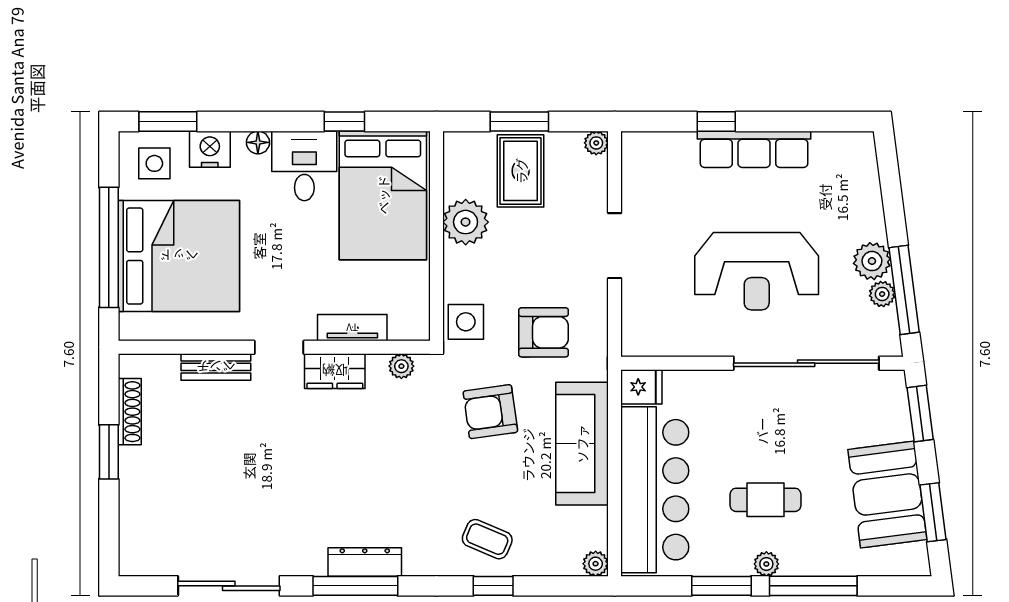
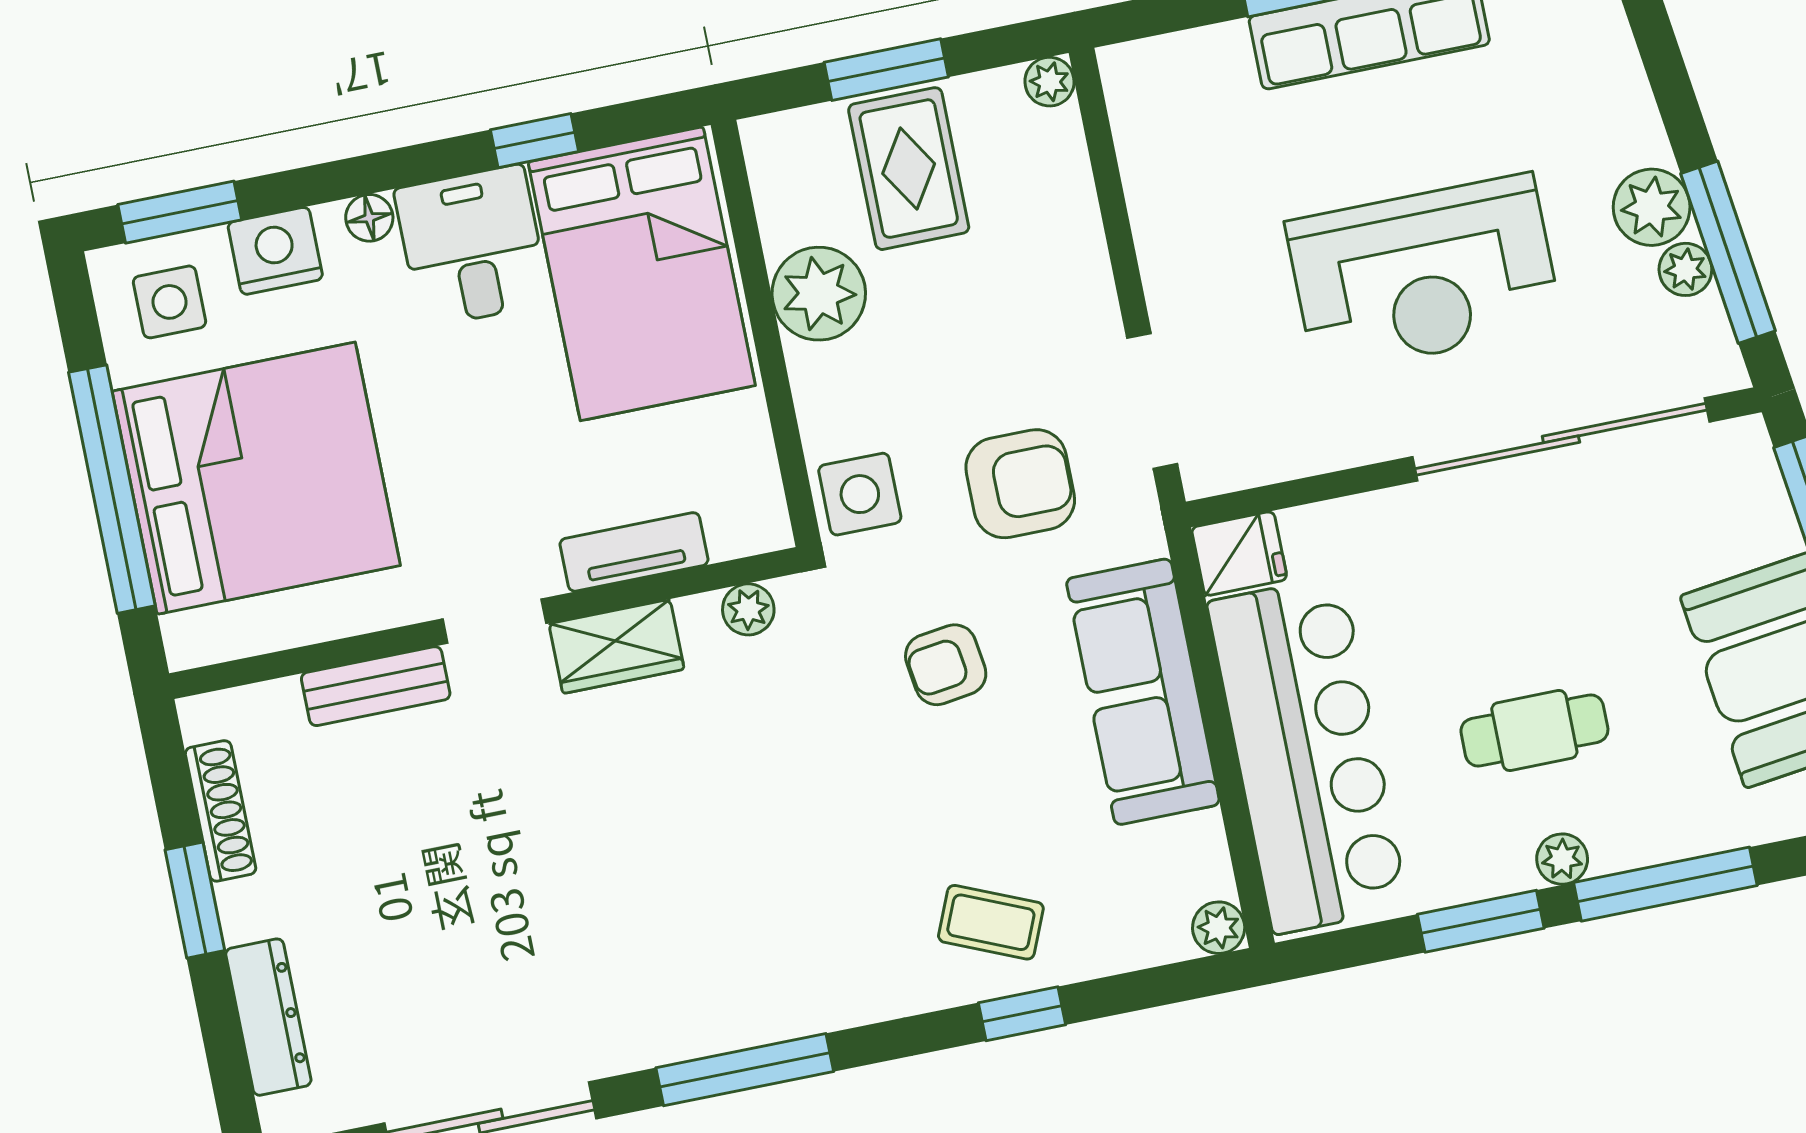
doorway: (615, 246) -> (1152, 401), moved
armchair: (490, 412) -> (946, 665), width x0.72, depth x0.72
dresser: (365, 562) -> (268, 1017), moved, turned 90

